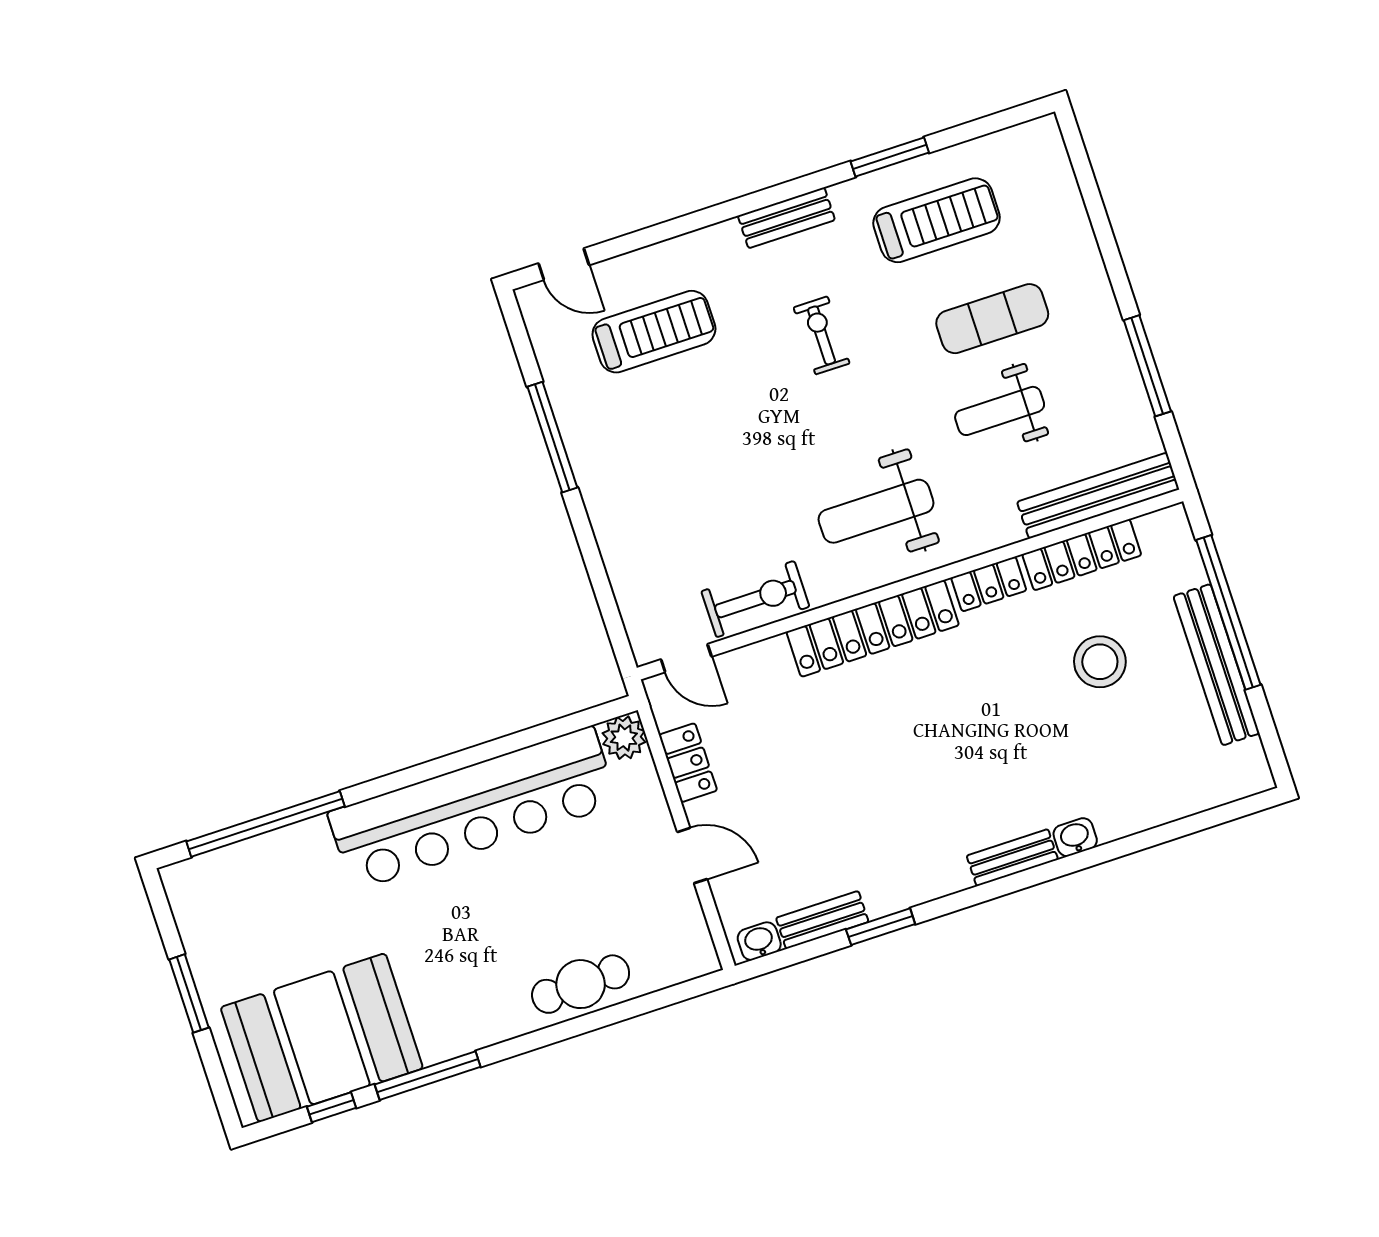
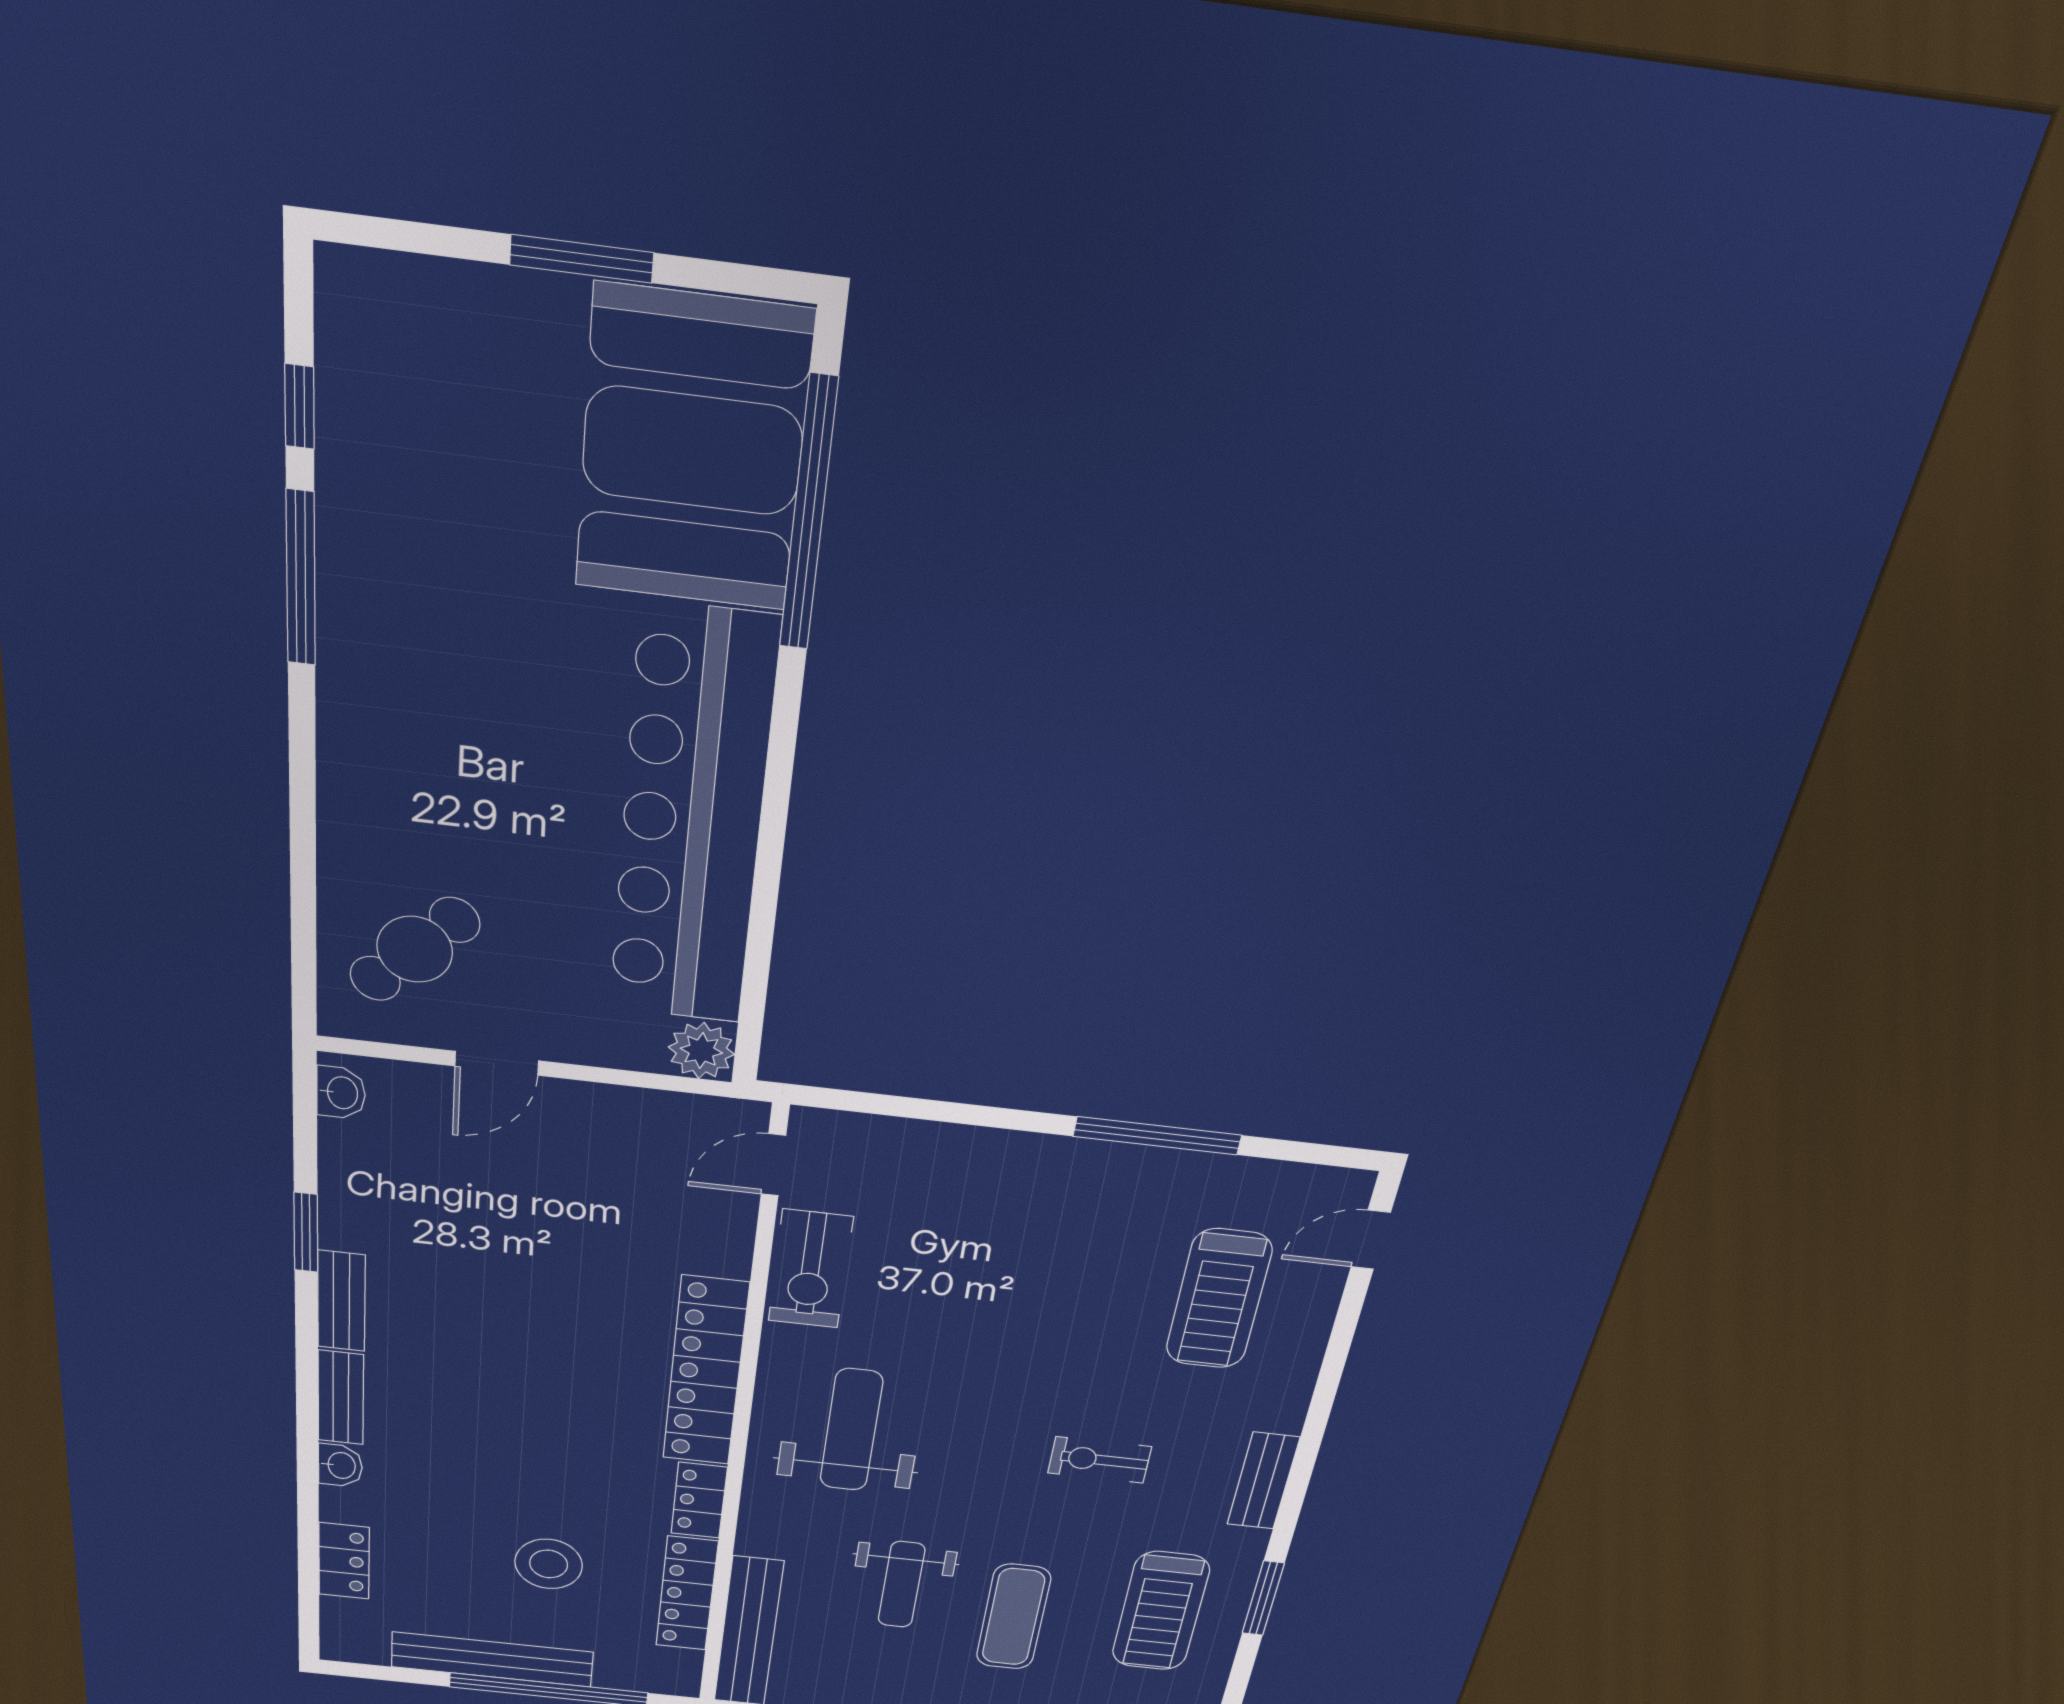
exercise bike: (822, 335) -> (1100, 1460), turned 180
weight bench: (1000, 411) -> (901, 1585), turned 180
locker: (688, 763) -> (344, 1561), moved, turned -90
bench: (822, 920) -> (341, 1301), moved
cafe table: (581, 984) -> (415, 949), moved, turned 47
booth: (322, 1038) -> (692, 451), moved

